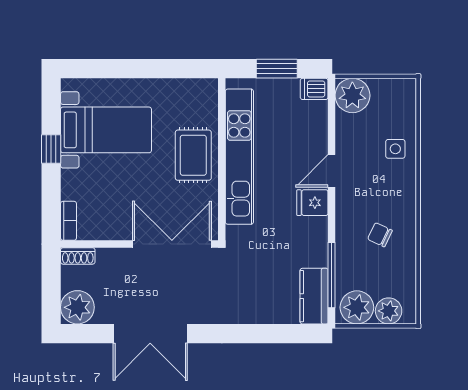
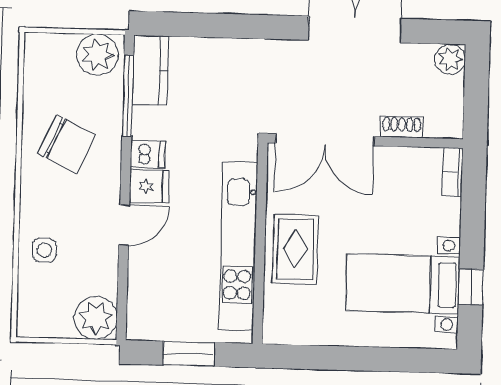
dishwasher: (314, 89) -> (148, 154), moved
window: (51, 149) -> (471, 287), moved
chair: (380, 235) -> (66, 144), width x1.87, depth x1.87
shoe rack: (78, 256) -> (402, 127), moved
plant: (77, 307) -> (450, 59), width x0.73, depth x0.73
plant: (389, 311) -> (58, 49), removed

